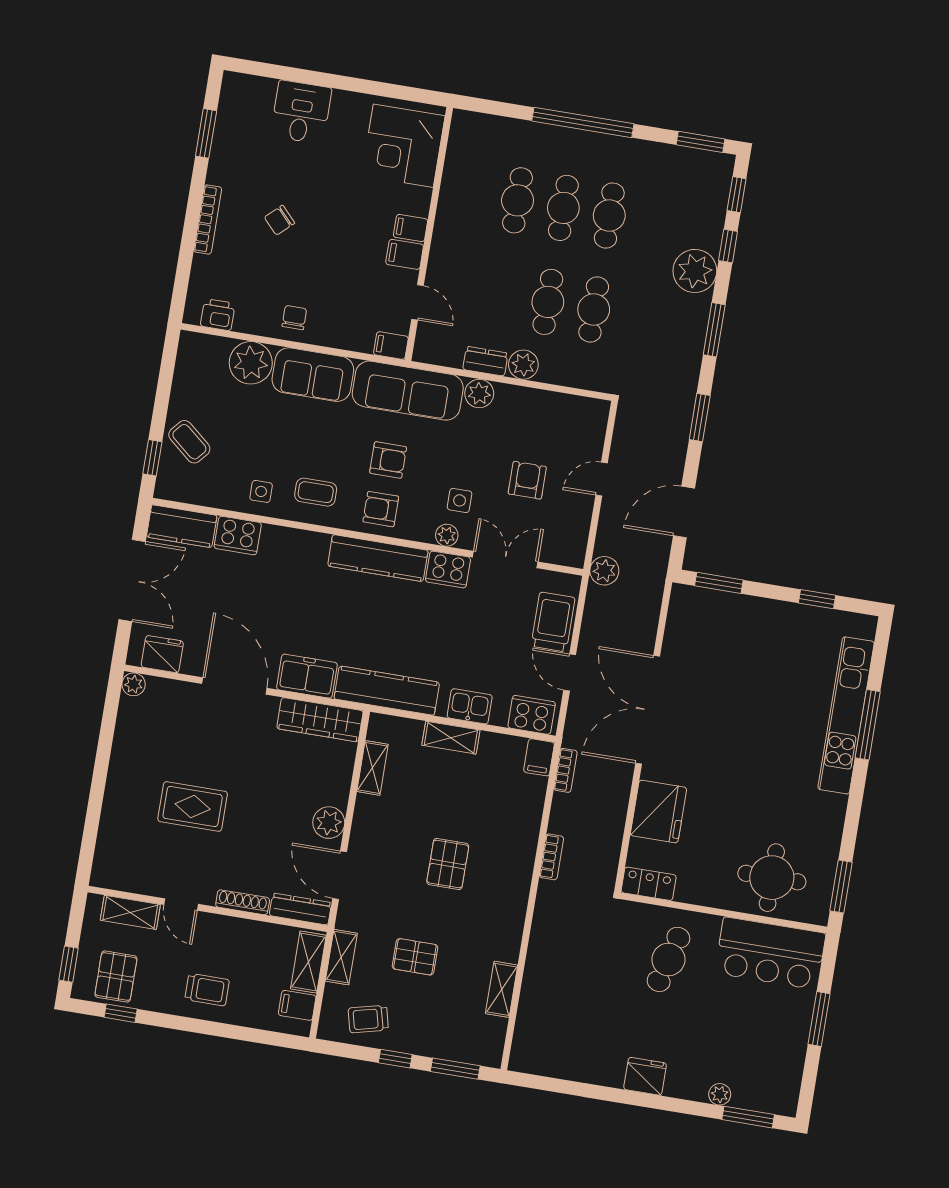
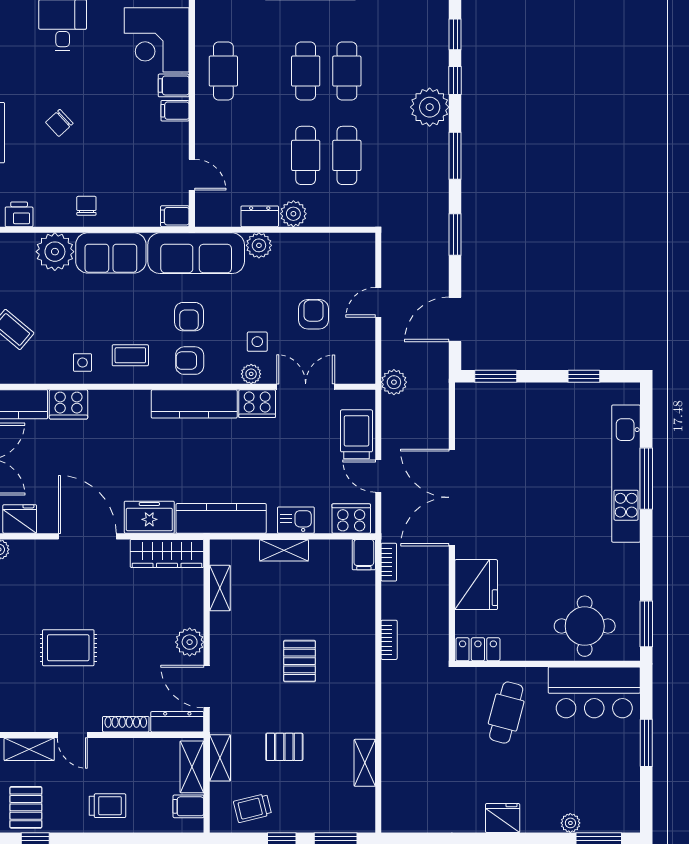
cafe table: (518, 200) -> (223, 71), moved
filing cabinet: (405, 254) -> (174, 85), moved
armchair: (388, 460) -> (189, 317), turned 90

